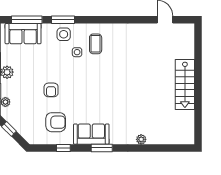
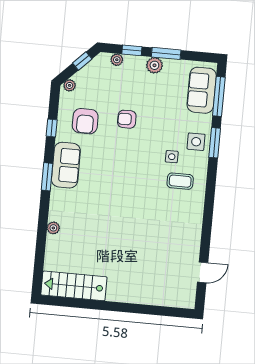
stairs: (185, 84) -> (74, 286), moved
plant: (29, 137) -> (70, 85), added

